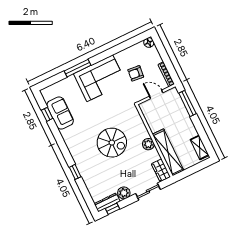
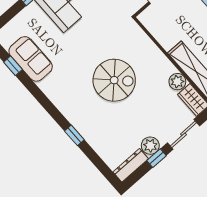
plant: (148, 144) -> (177, 82), moved
window: (113, 209) -> (156, 158), moved

